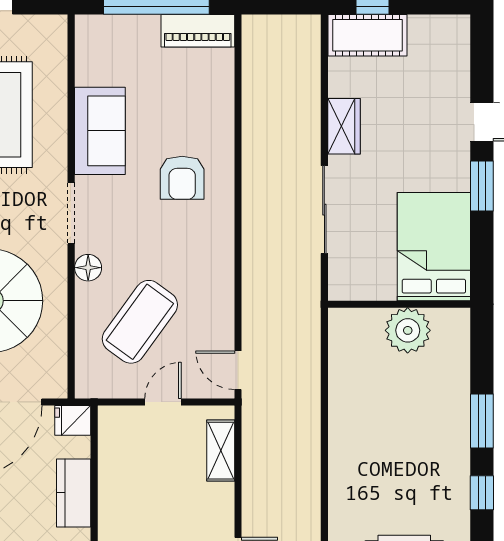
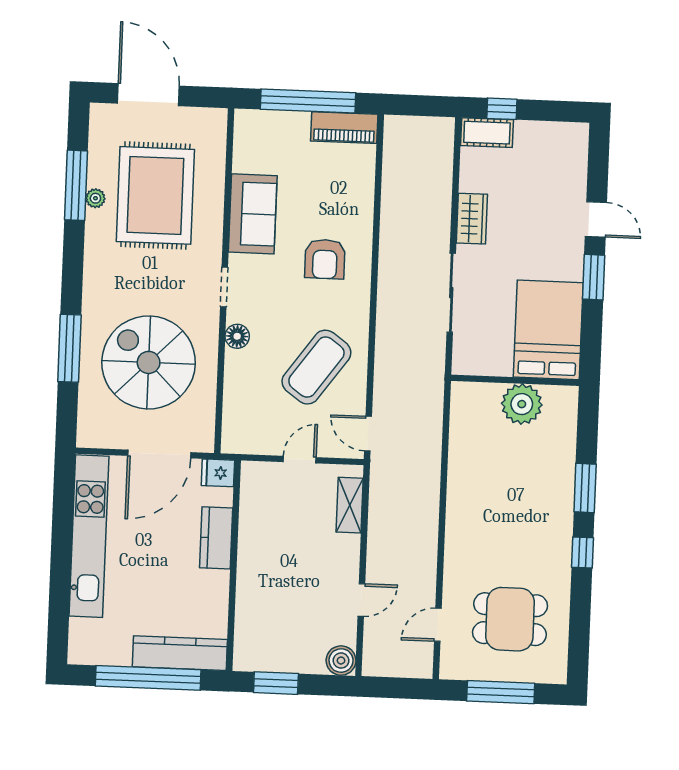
cot: (367, 35) -> (487, 133), width x0.73, depth x0.75
doorway: (71, 213) -> (224, 287), width x0.73
coffee table: (140, 322) -> (316, 367), moved

